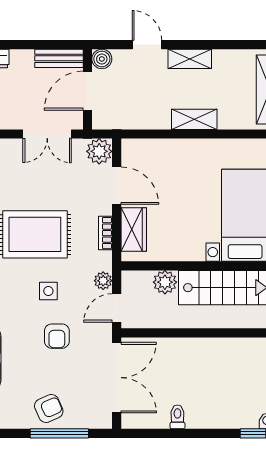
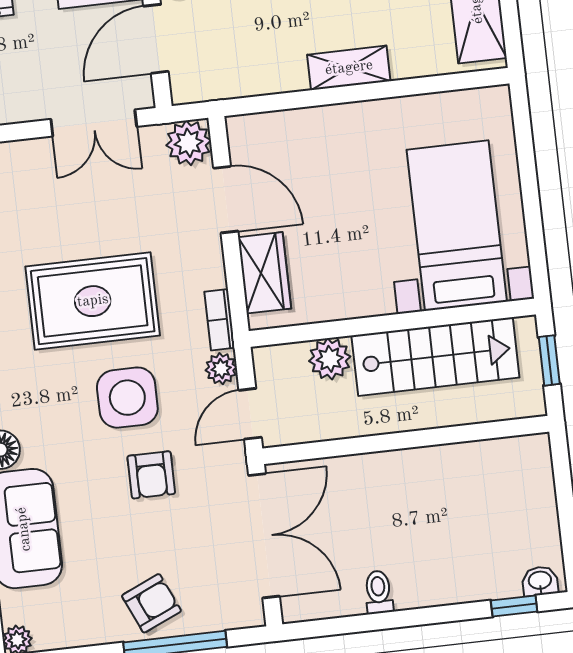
bookcase: (105, 233) -> (220, 320), moved
side table: (48, 291) -> (127, 398), width x1.87, depth x1.87

